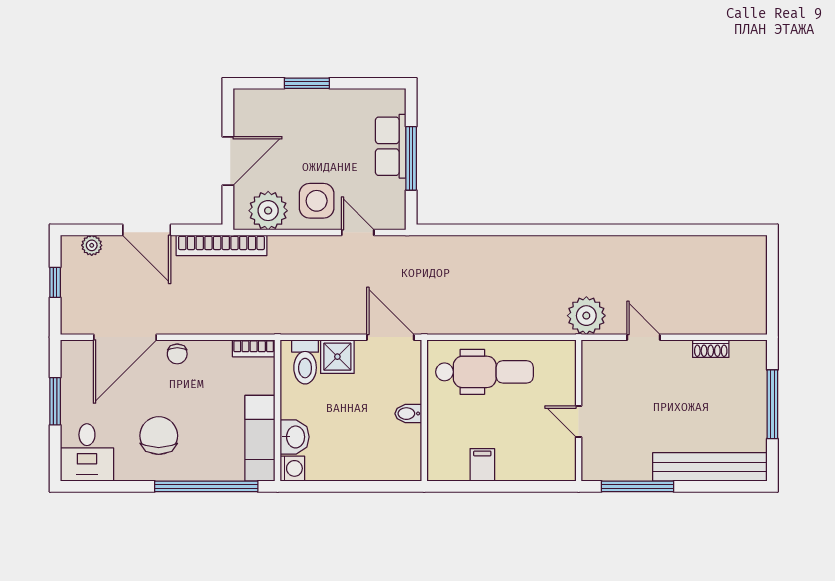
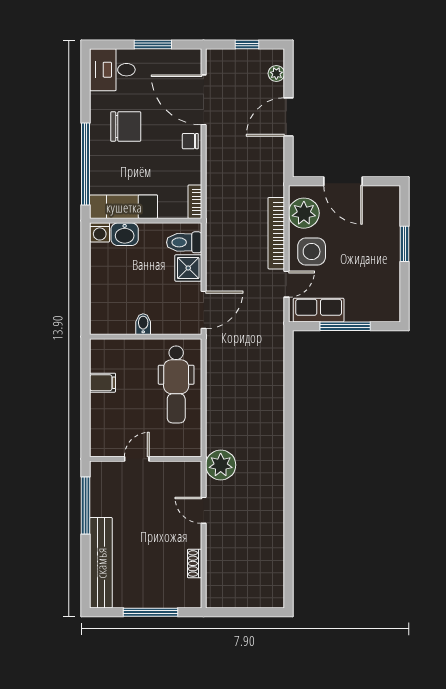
row of seats: (391, 146) -> (319, 310), moved
bookcase: (221, 245) -> (276, 233), moved
door: (644, 337) -> (204, 510), swing flipped

